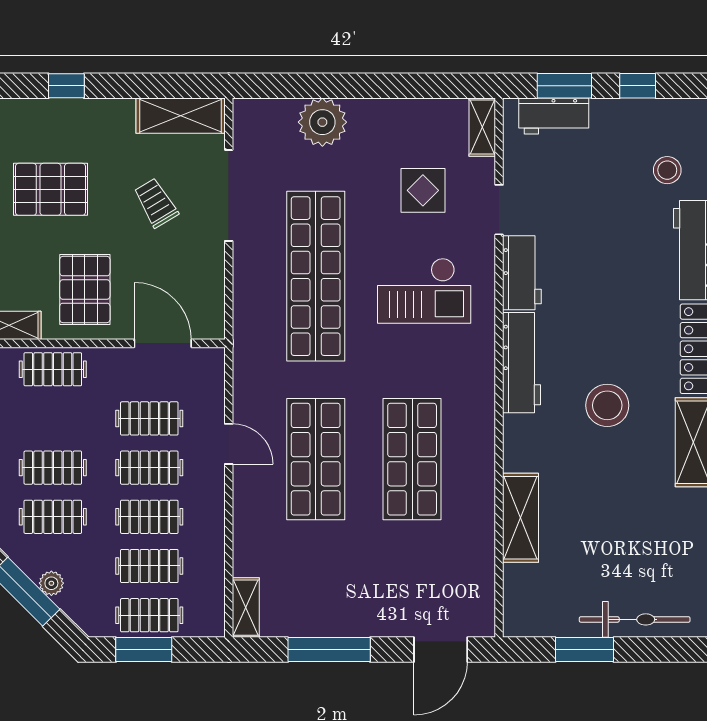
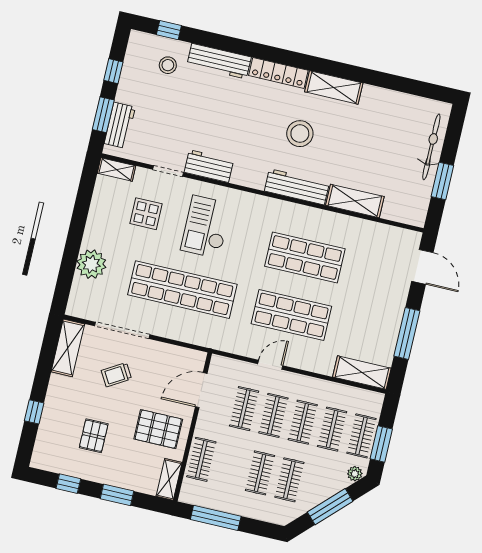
pallet: (50, 189) -> (94, 436), width x0.67, depth x0.71
checkout: (424, 291) -> (206, 227), turned 180
workbench: (522, 363) -> (297, 187), moved
plant: (51, 583) -> (355, 474), moved
shelving: (246, 608) -> (362, 373), width x1.50, depth x1.33

